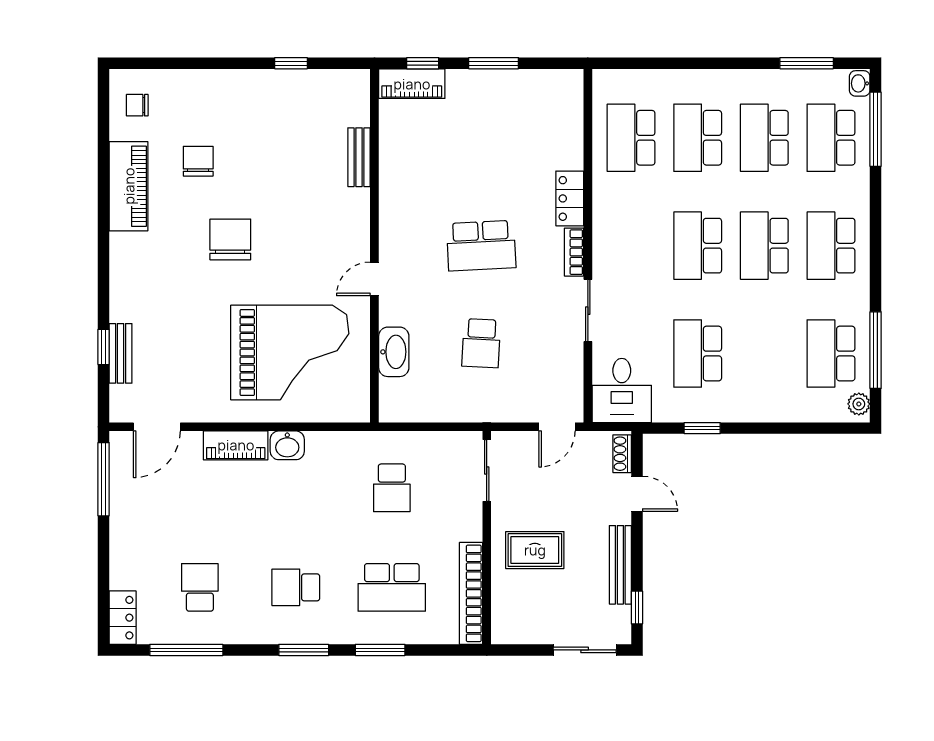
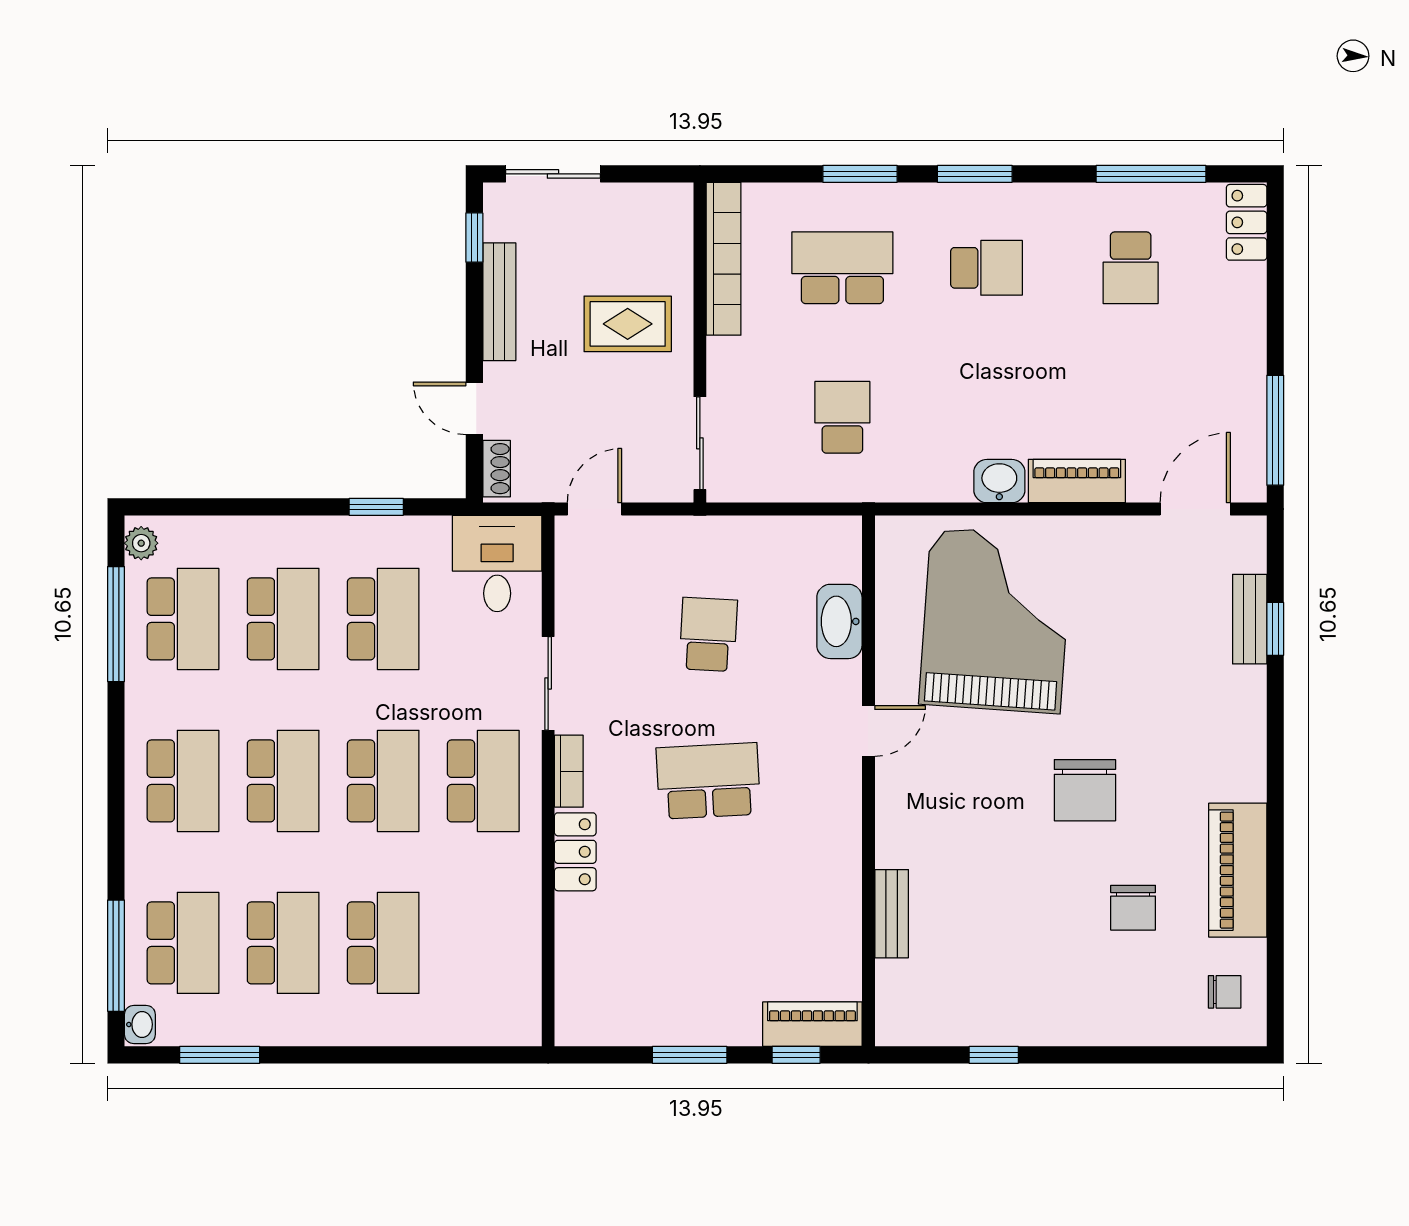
school desk: (631, 138) -> (483, 781), moved
grand piano: (290, 353) -> (996, 620), turned 94
school desk: (764, 354) -> (283, 619), added

